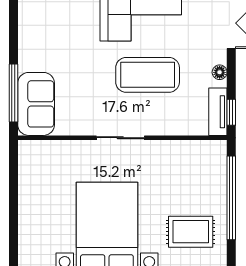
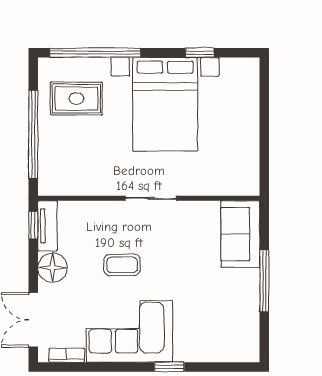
floor lamp: (220, 72) -> (53, 268), width x1.89, depth x1.89
coffee table: (148, 75) -> (122, 265), width x0.54, depth x0.58
window: (13, 93) -> (264, 281), moved

